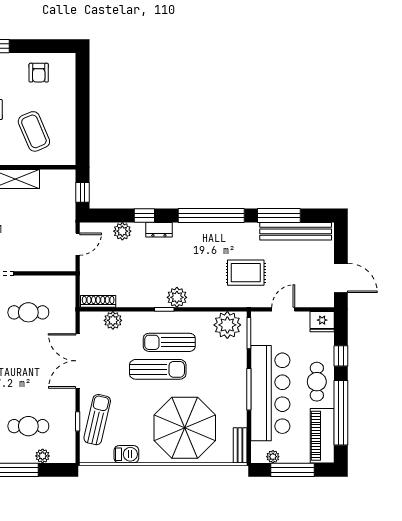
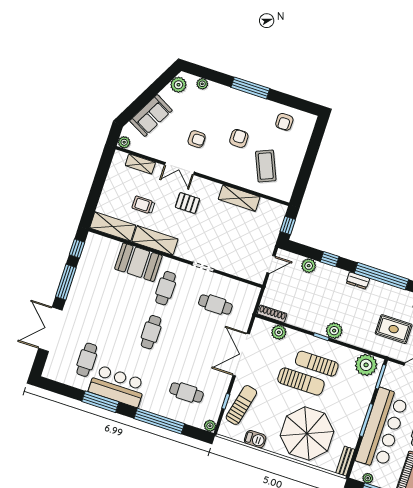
dresser: (159, 230) -> (358, 281), moved
plant: (43, 456) -> (210, 426), moved

